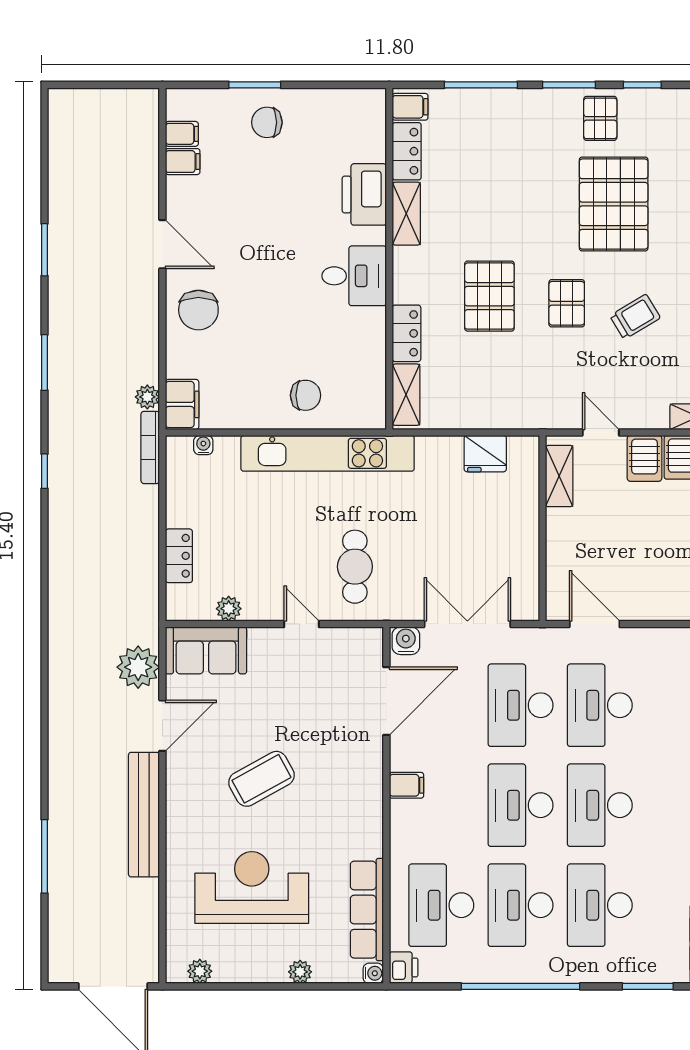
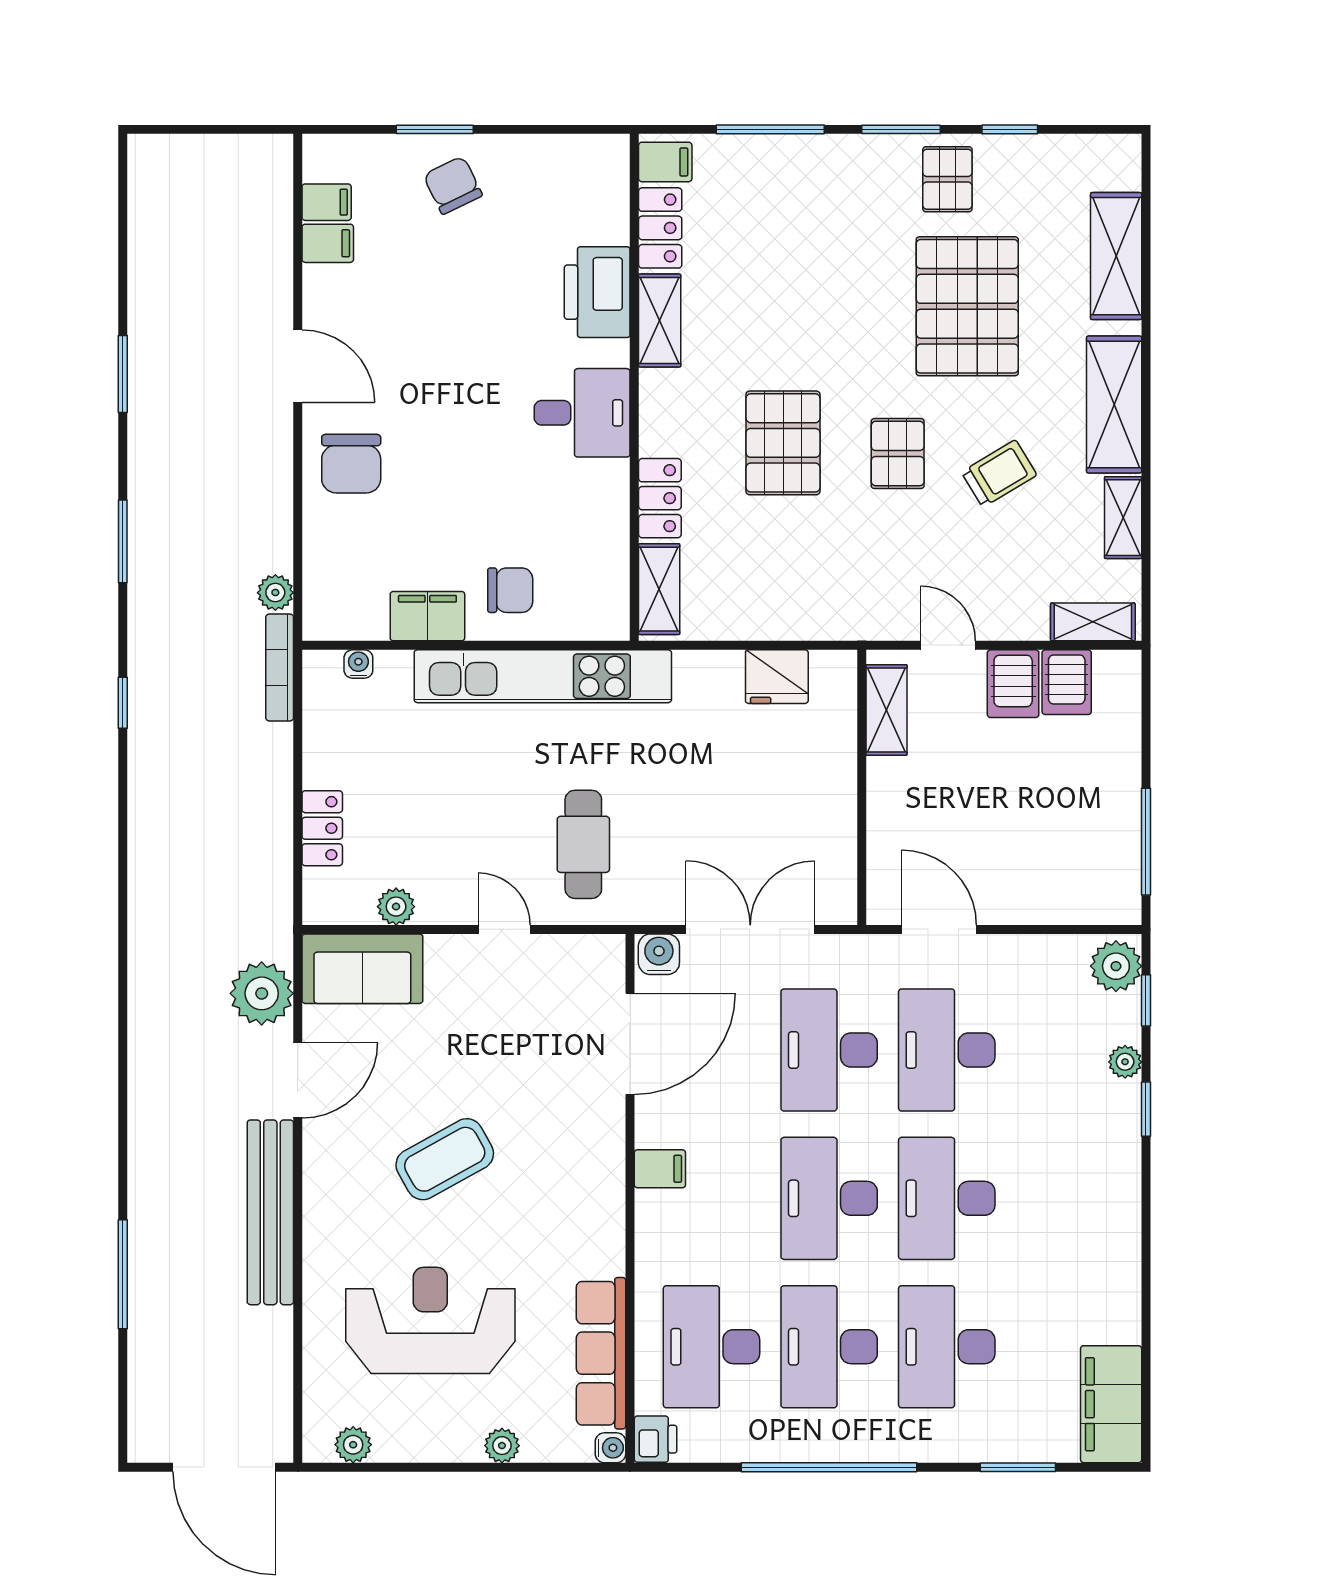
chair: (267, 122) -> (453, 185), turned 64
filing cabinet: (182, 404) -> (427, 616), moved, turned -90

